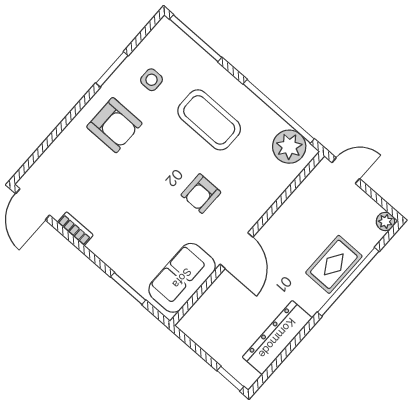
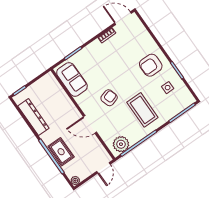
coffee table: (209, 120) -> (142, 110), turned 90
armchair: (201, 194) -> (109, 98), turned 73
door: (237, 251) -> (90, 124), moved

